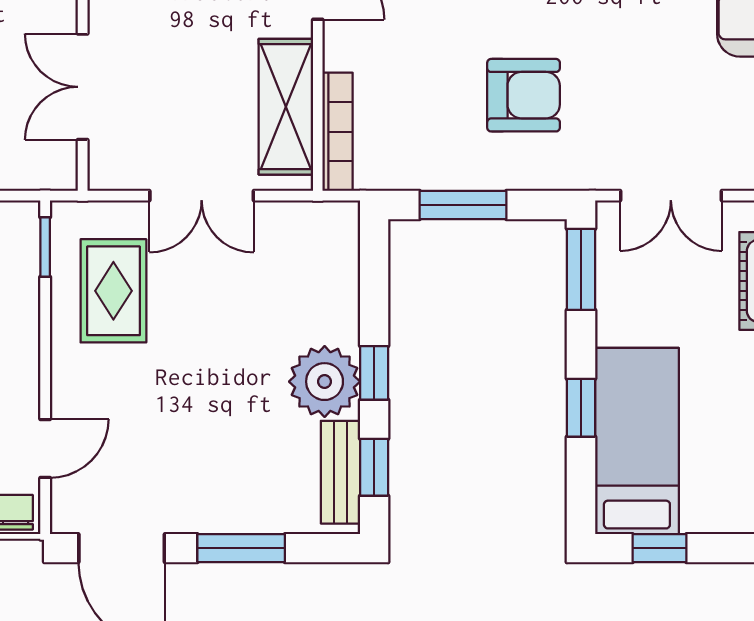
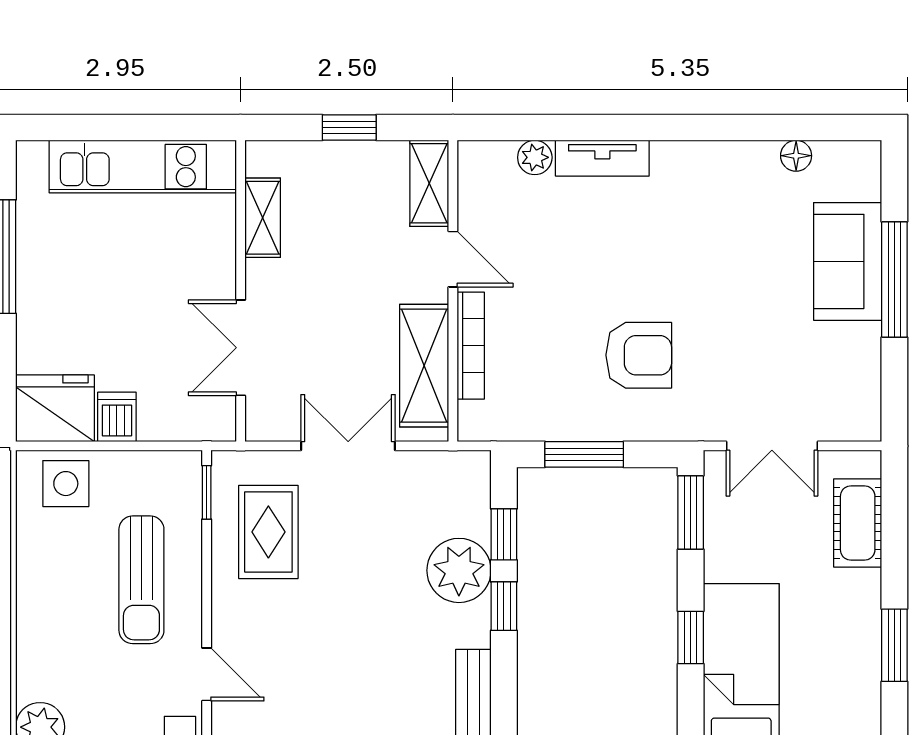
bookcase: (338, 132) -> (471, 346), moved
double door: (202, 196) -> (348, 446), swing flipped
plant: (325, 382) -> (459, 570), moved
door: (45, 448) -> (207, 674), hinge flipped
window: (374, 467) -> (504, 534), moved

